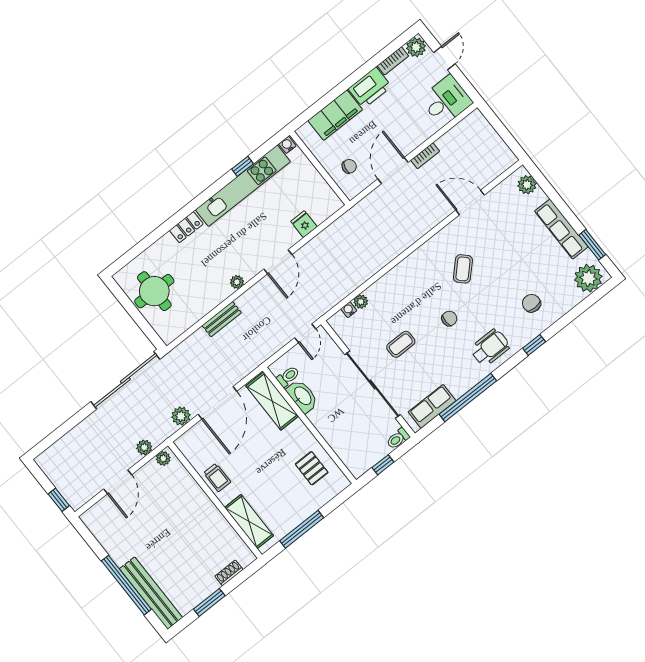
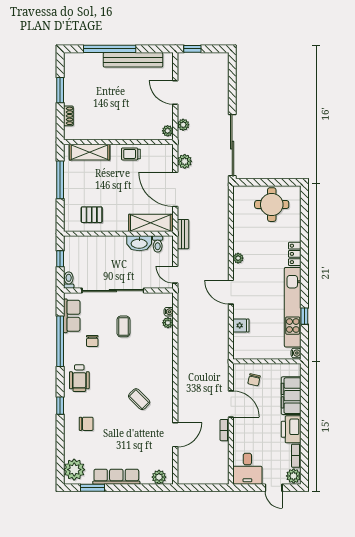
bench: (222, 319) -> (183, 234), moved
chair: (449, 319) -> (92, 341), moved
bench: (151, 593) -> (133, 60), moved

